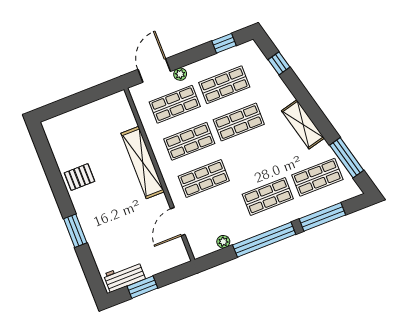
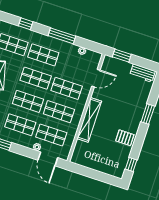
door: (154, 70) -> (48, 159), hinge flipped
window: (44, 150) -> (131, 165), added
shop shelf: (253, 159) -> (36, 78), added
window: (322, 217) -> (26, 24), width x0.46
window: (264, 240) -> (62, 36), width x0.68
window: (142, 287) -> (122, 56), moved

